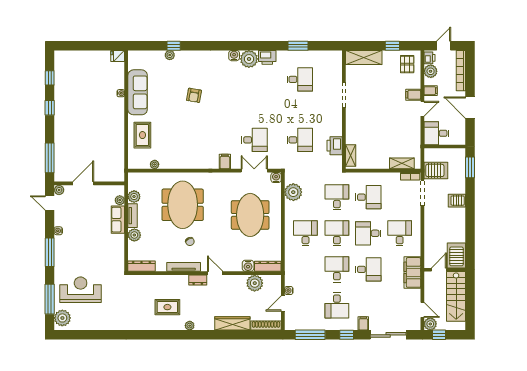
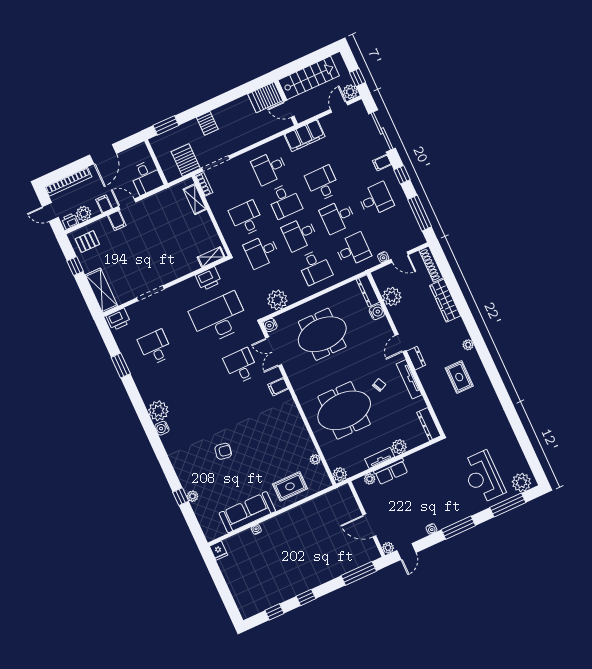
printer: (267, 57) -> (118, 319), moved, turned 90
desk: (300, 140) -> (219, 318), width x1.87, depth x1.30
plant: (134, 197) -> (340, 474), moved
desk: (305, 233) -> (315, 267), turned -90
desk: (305, 269) -> (353, 250), added

